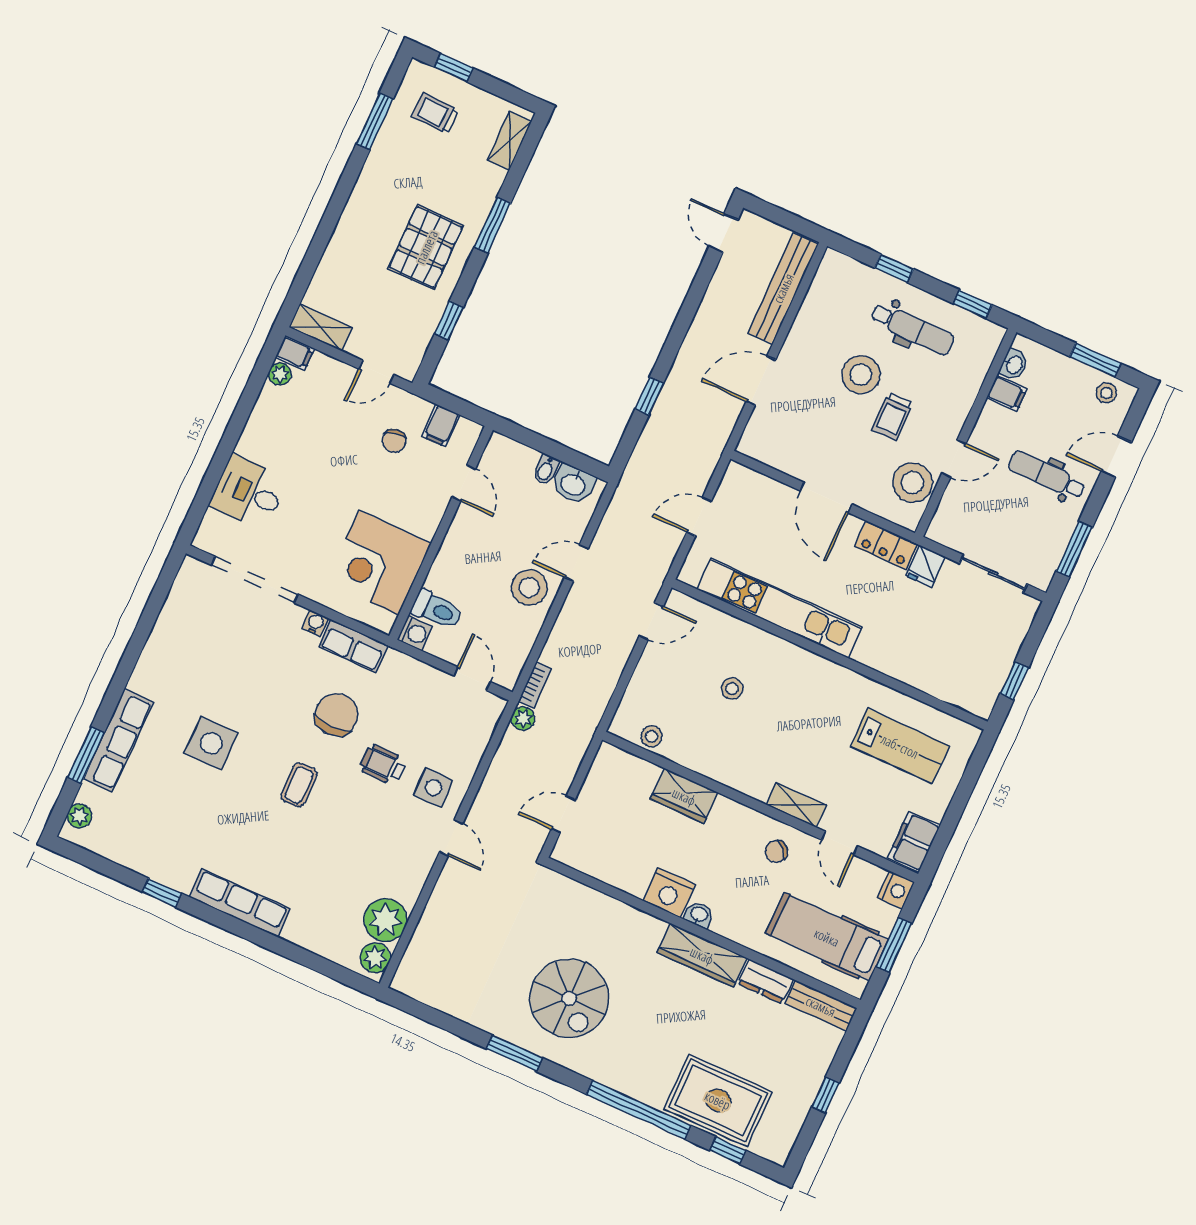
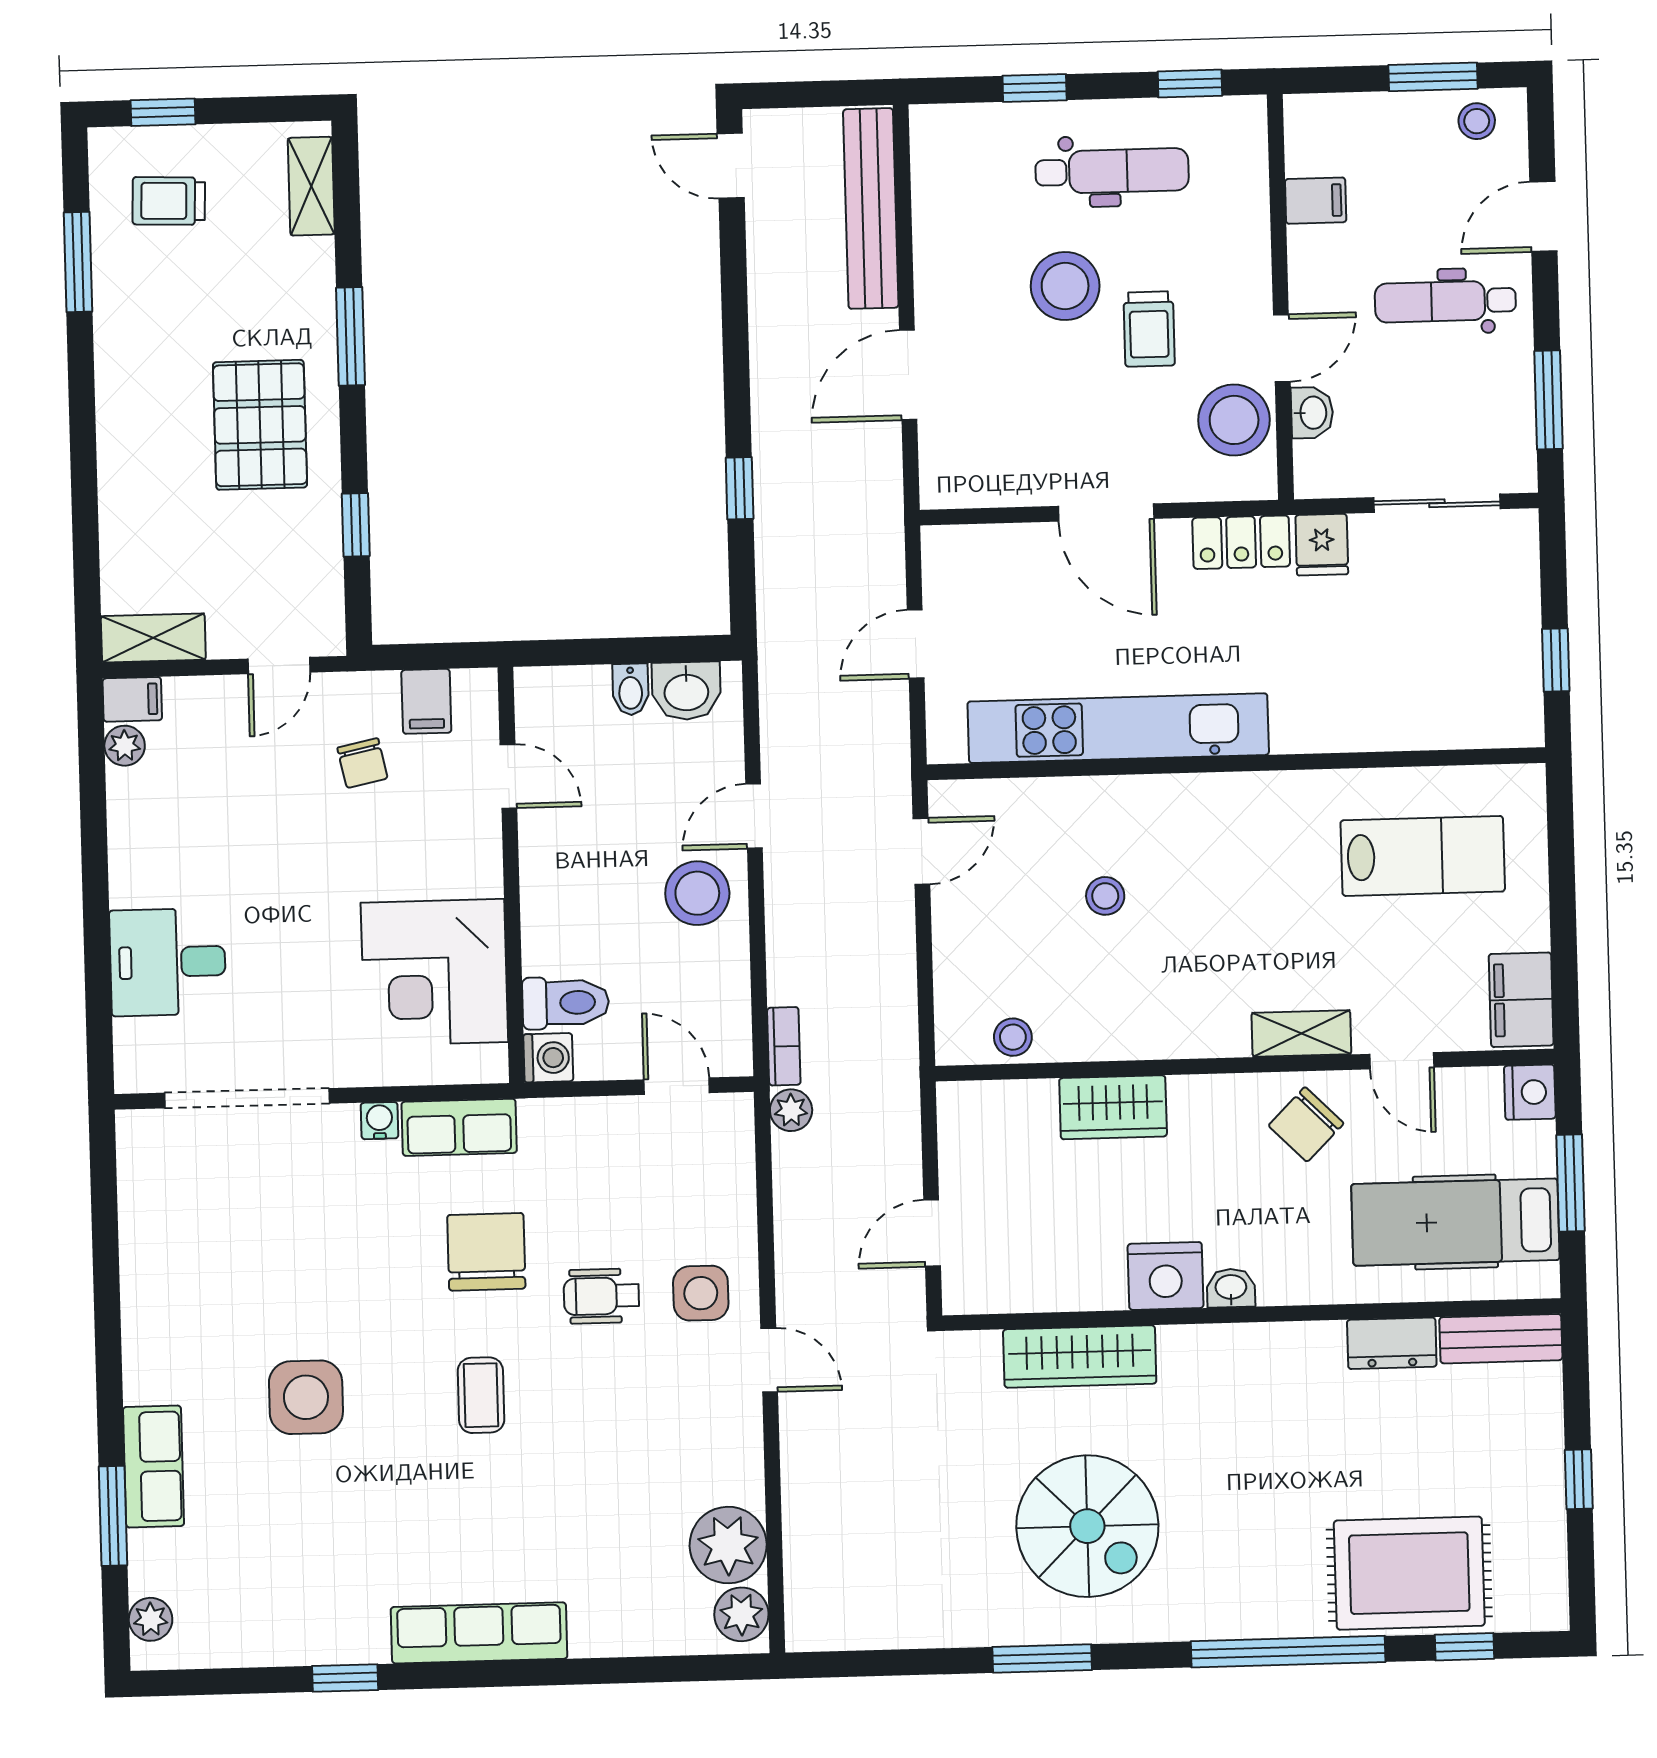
washbasin: (1014, 365) -> (1312, 413), moved
row of seats: (118, 740) -> (153, 1466), width x0.68
chair: (776, 851) -> (1306, 1124), width x1.37, depth x1.37
wardrobe: (702, 955) -> (1080, 1357), moved

